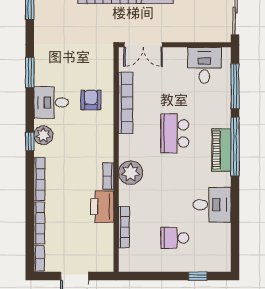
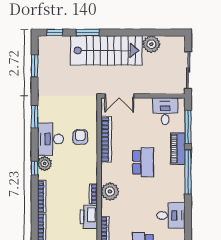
desk: (51, 103) -> (51, 139), width x1.37
school desk: (175, 133) -> (143, 162), turned 180
piano: (221, 150) -> (178, 149), moved

